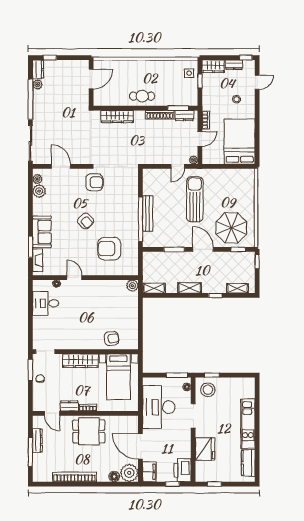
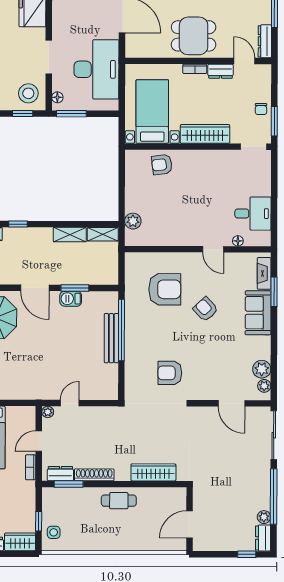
armchair: (94, 182) -> (170, 373), moved
sun lounger: (195, 199) -> (46, 357), removed
armchair: (86, 221) -> (205, 309), moved
barbecue: (177, 242) -> (71, 299), added
plant: (132, 286) -> (133, 221), moved
shelving: (190, 288) -> (70, 235), moved
dresser: (37, 441) -> (265, 41), moved

